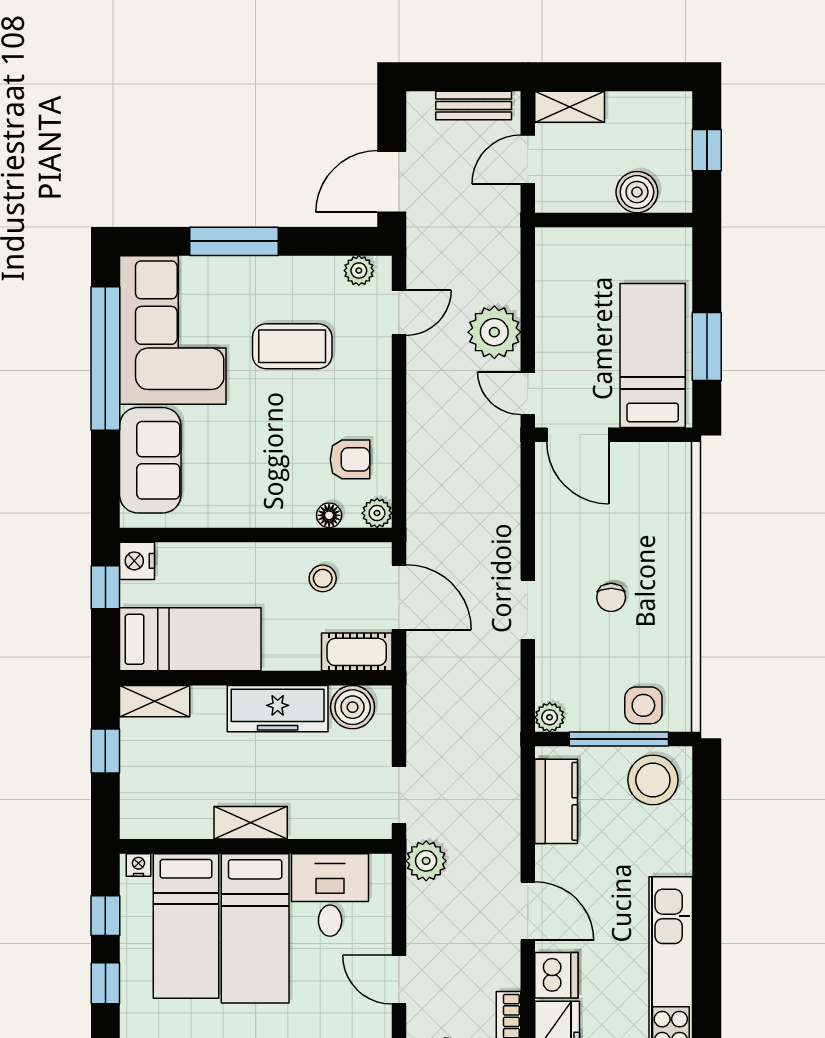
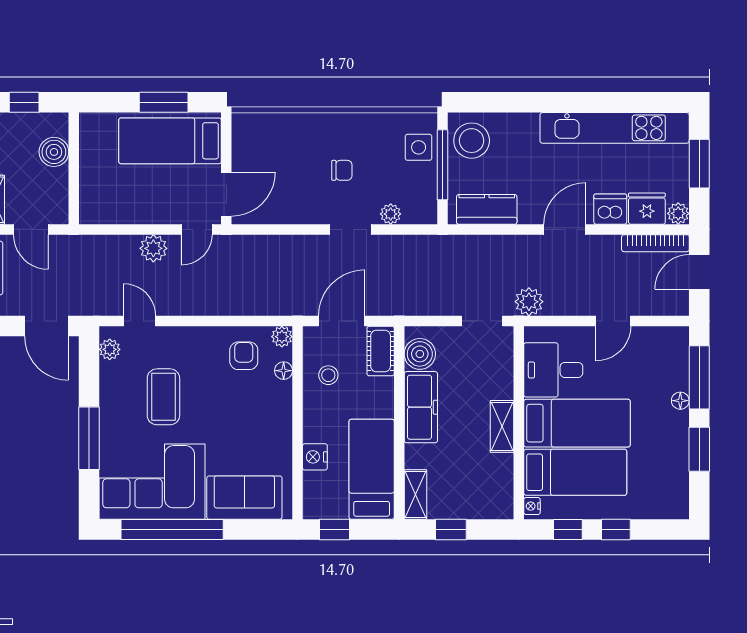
plant: (494, 332) -> (153, 248), width x0.73, depth x0.73
nightstand: (137, 561) -> (315, 457), moved, turned 90
plant: (550, 717) -> (391, 214), moved

